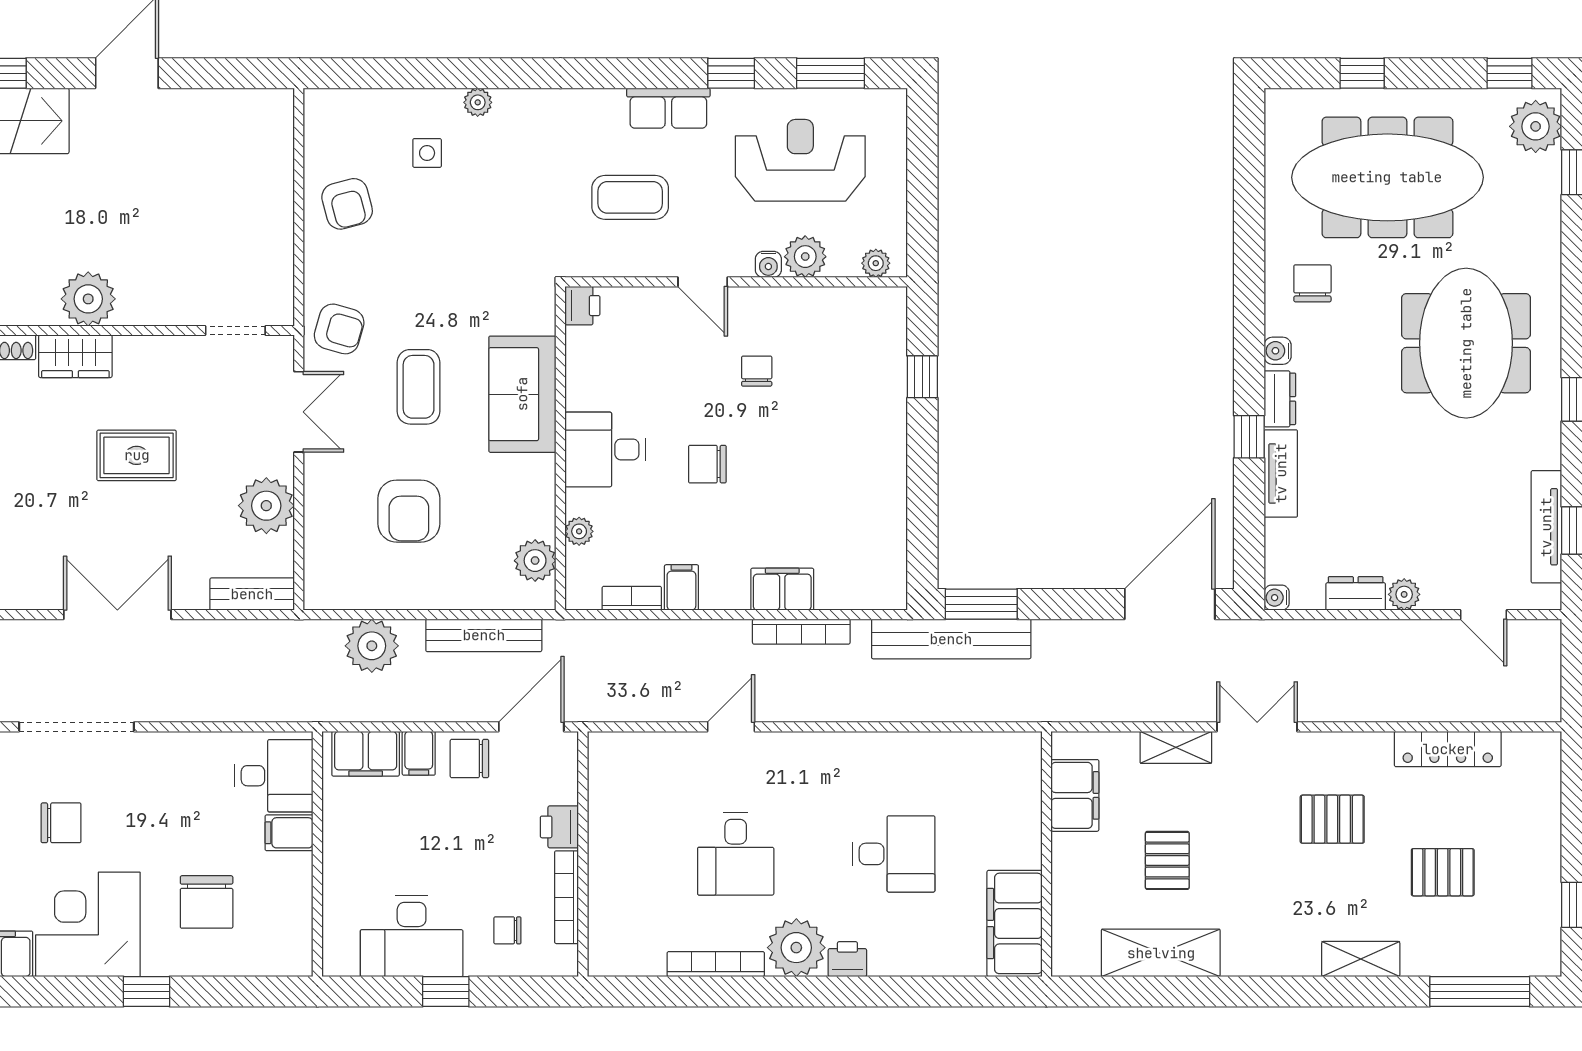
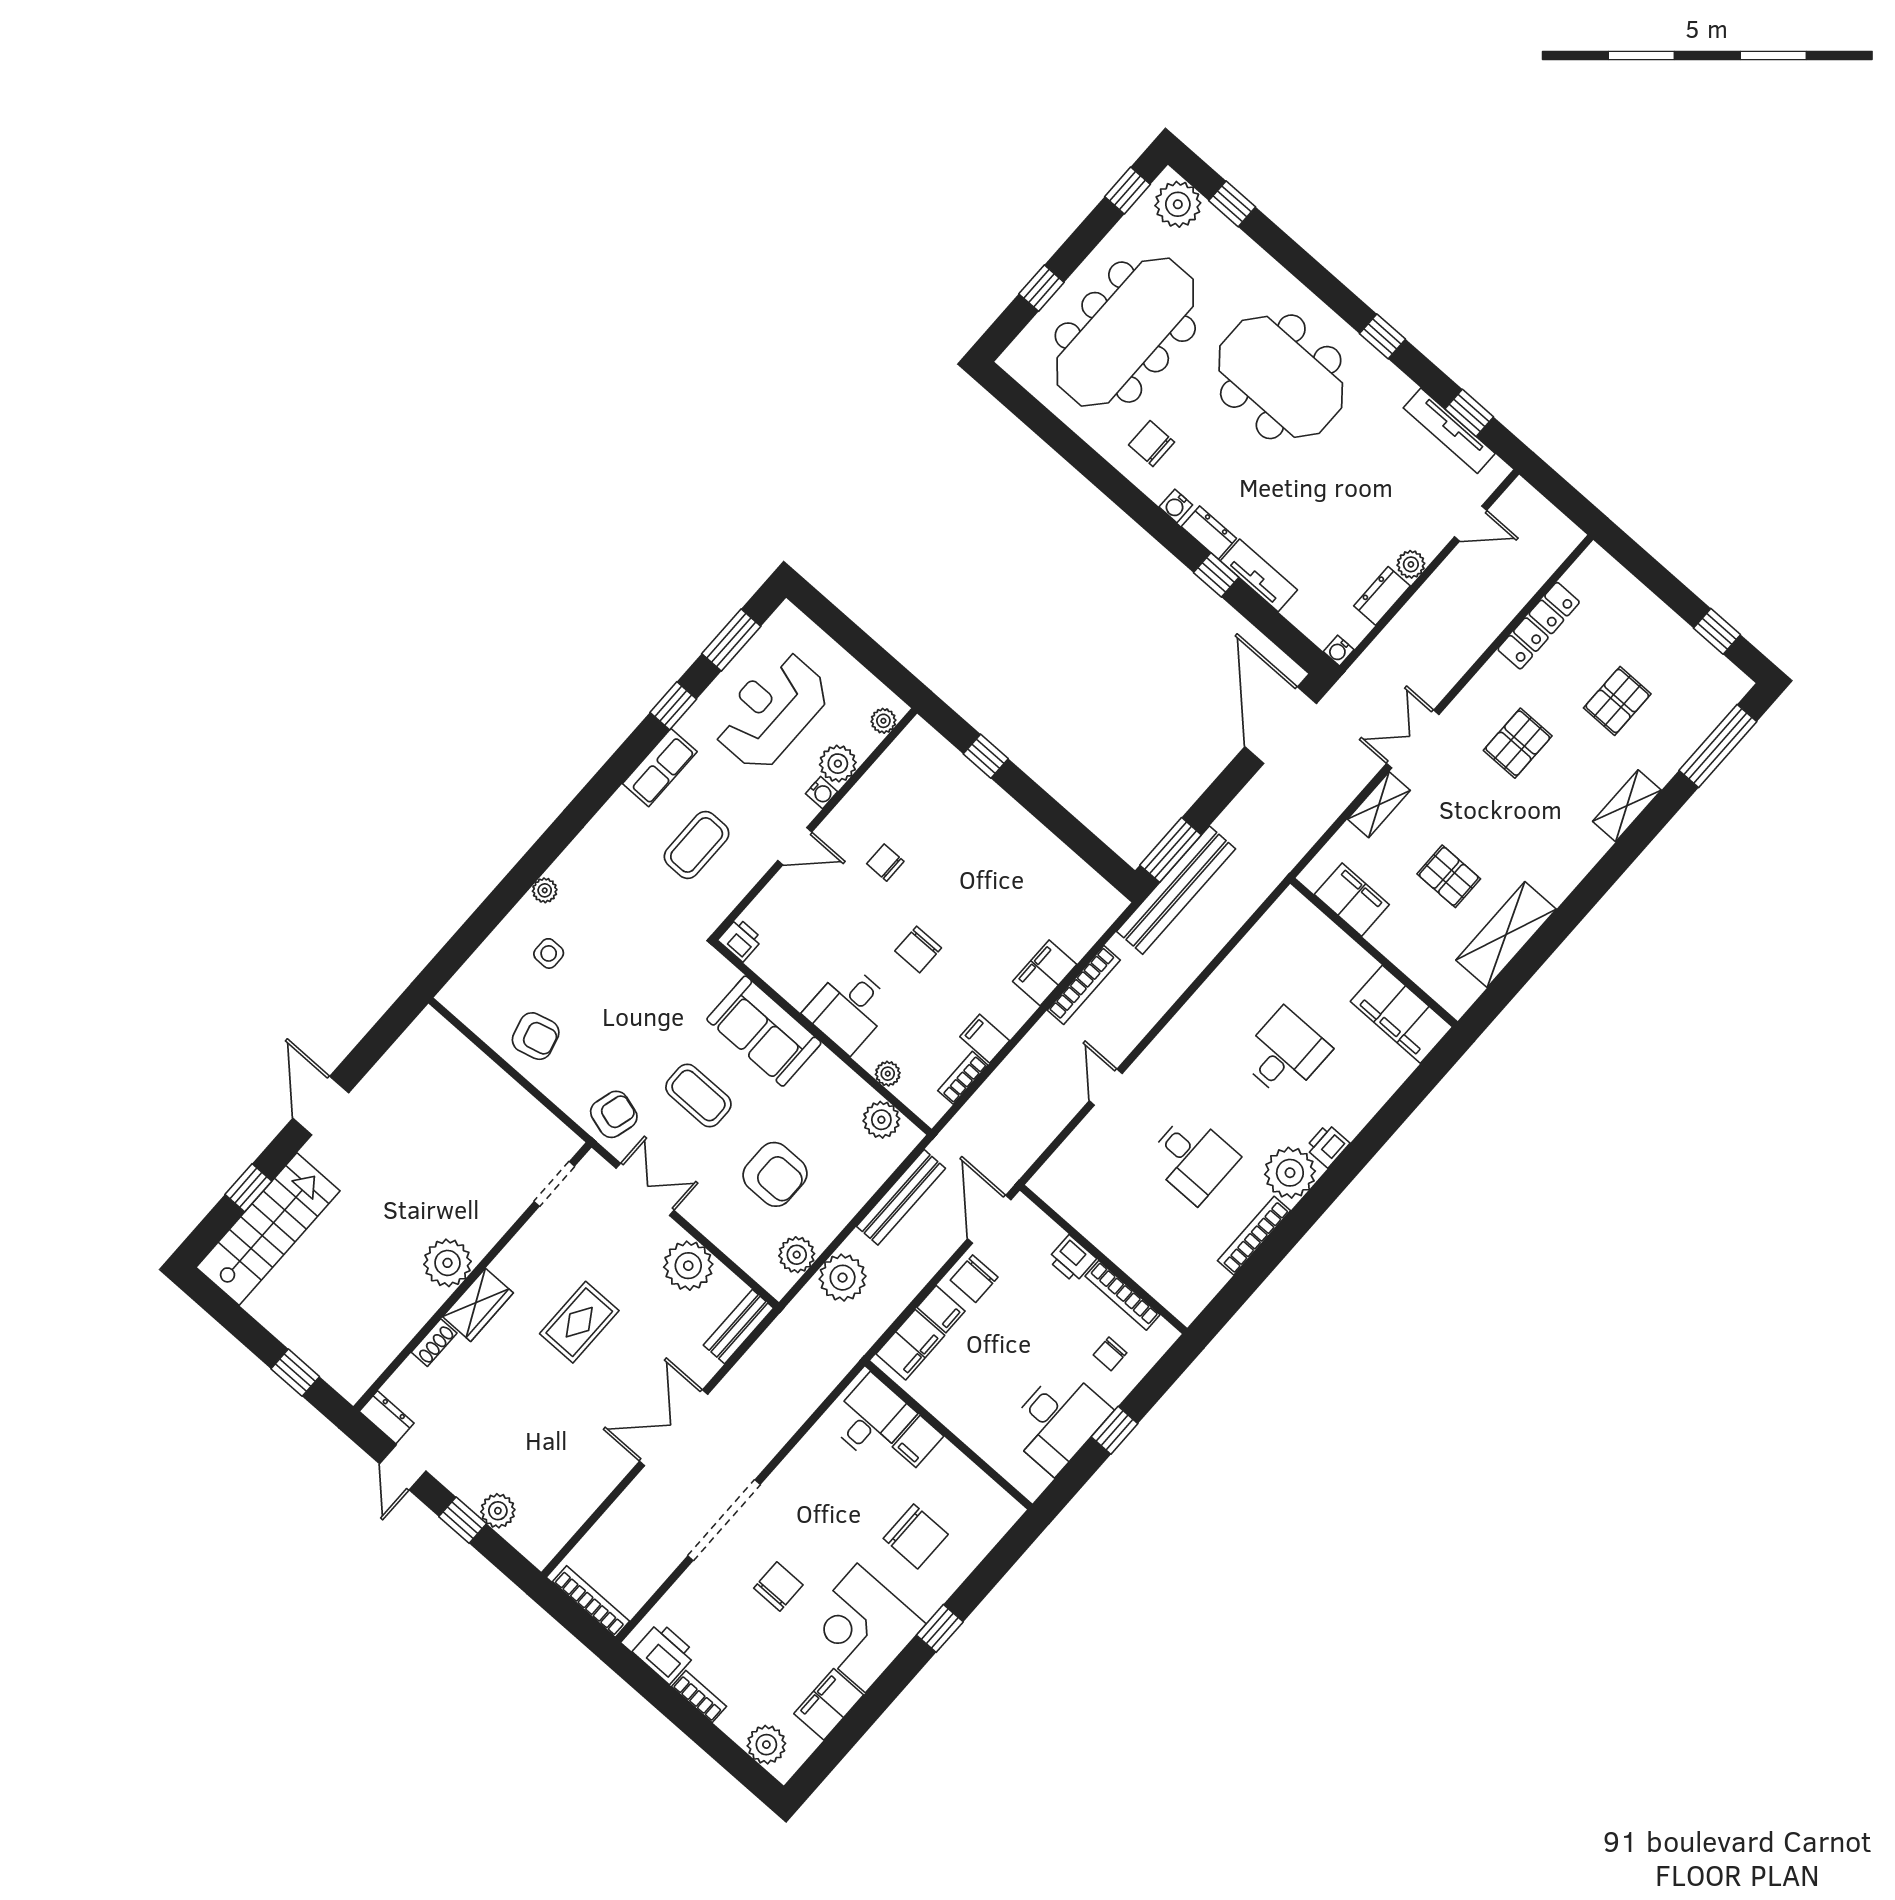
plant: (357, 590) -> (797, 1255), added

